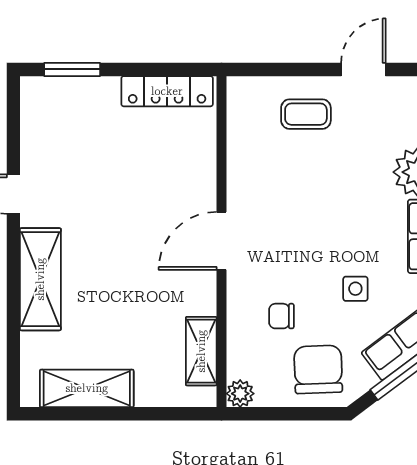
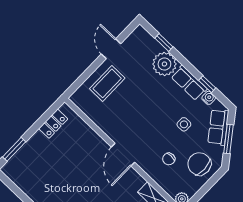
locker: (167, 91) -> (53, 124), width x0.66
coffee table: (306, 114) -> (107, 83), width x1.36, depth x1.30

